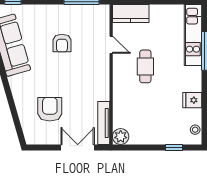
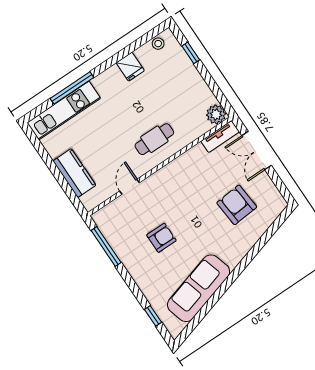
kitchen counter: (131, 14) -> (74, 173), moved
cafe table: (145, 66) -> (154, 139), moved
armchair: (50, 109) -> (237, 205), turned 85
tv unit: (104, 123) -> (220, 136), width x0.71

